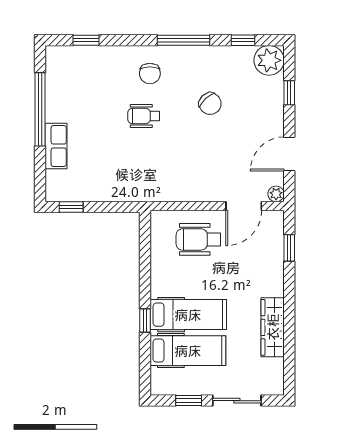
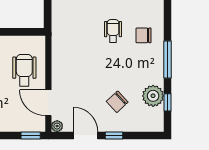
plant: (269, 60) -> (153, 96), moved
window: (289, 93) -> (114, 135), moved
chair: (210, 104) -> (117, 102), moved
window: (289, 248) -> (31, 135), moved

